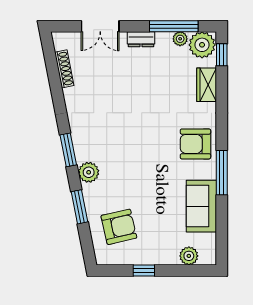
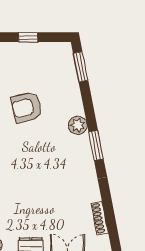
window: (79, 207) -> (81, 67), moved
armchair: (119, 227) -> (27, 107), moved

